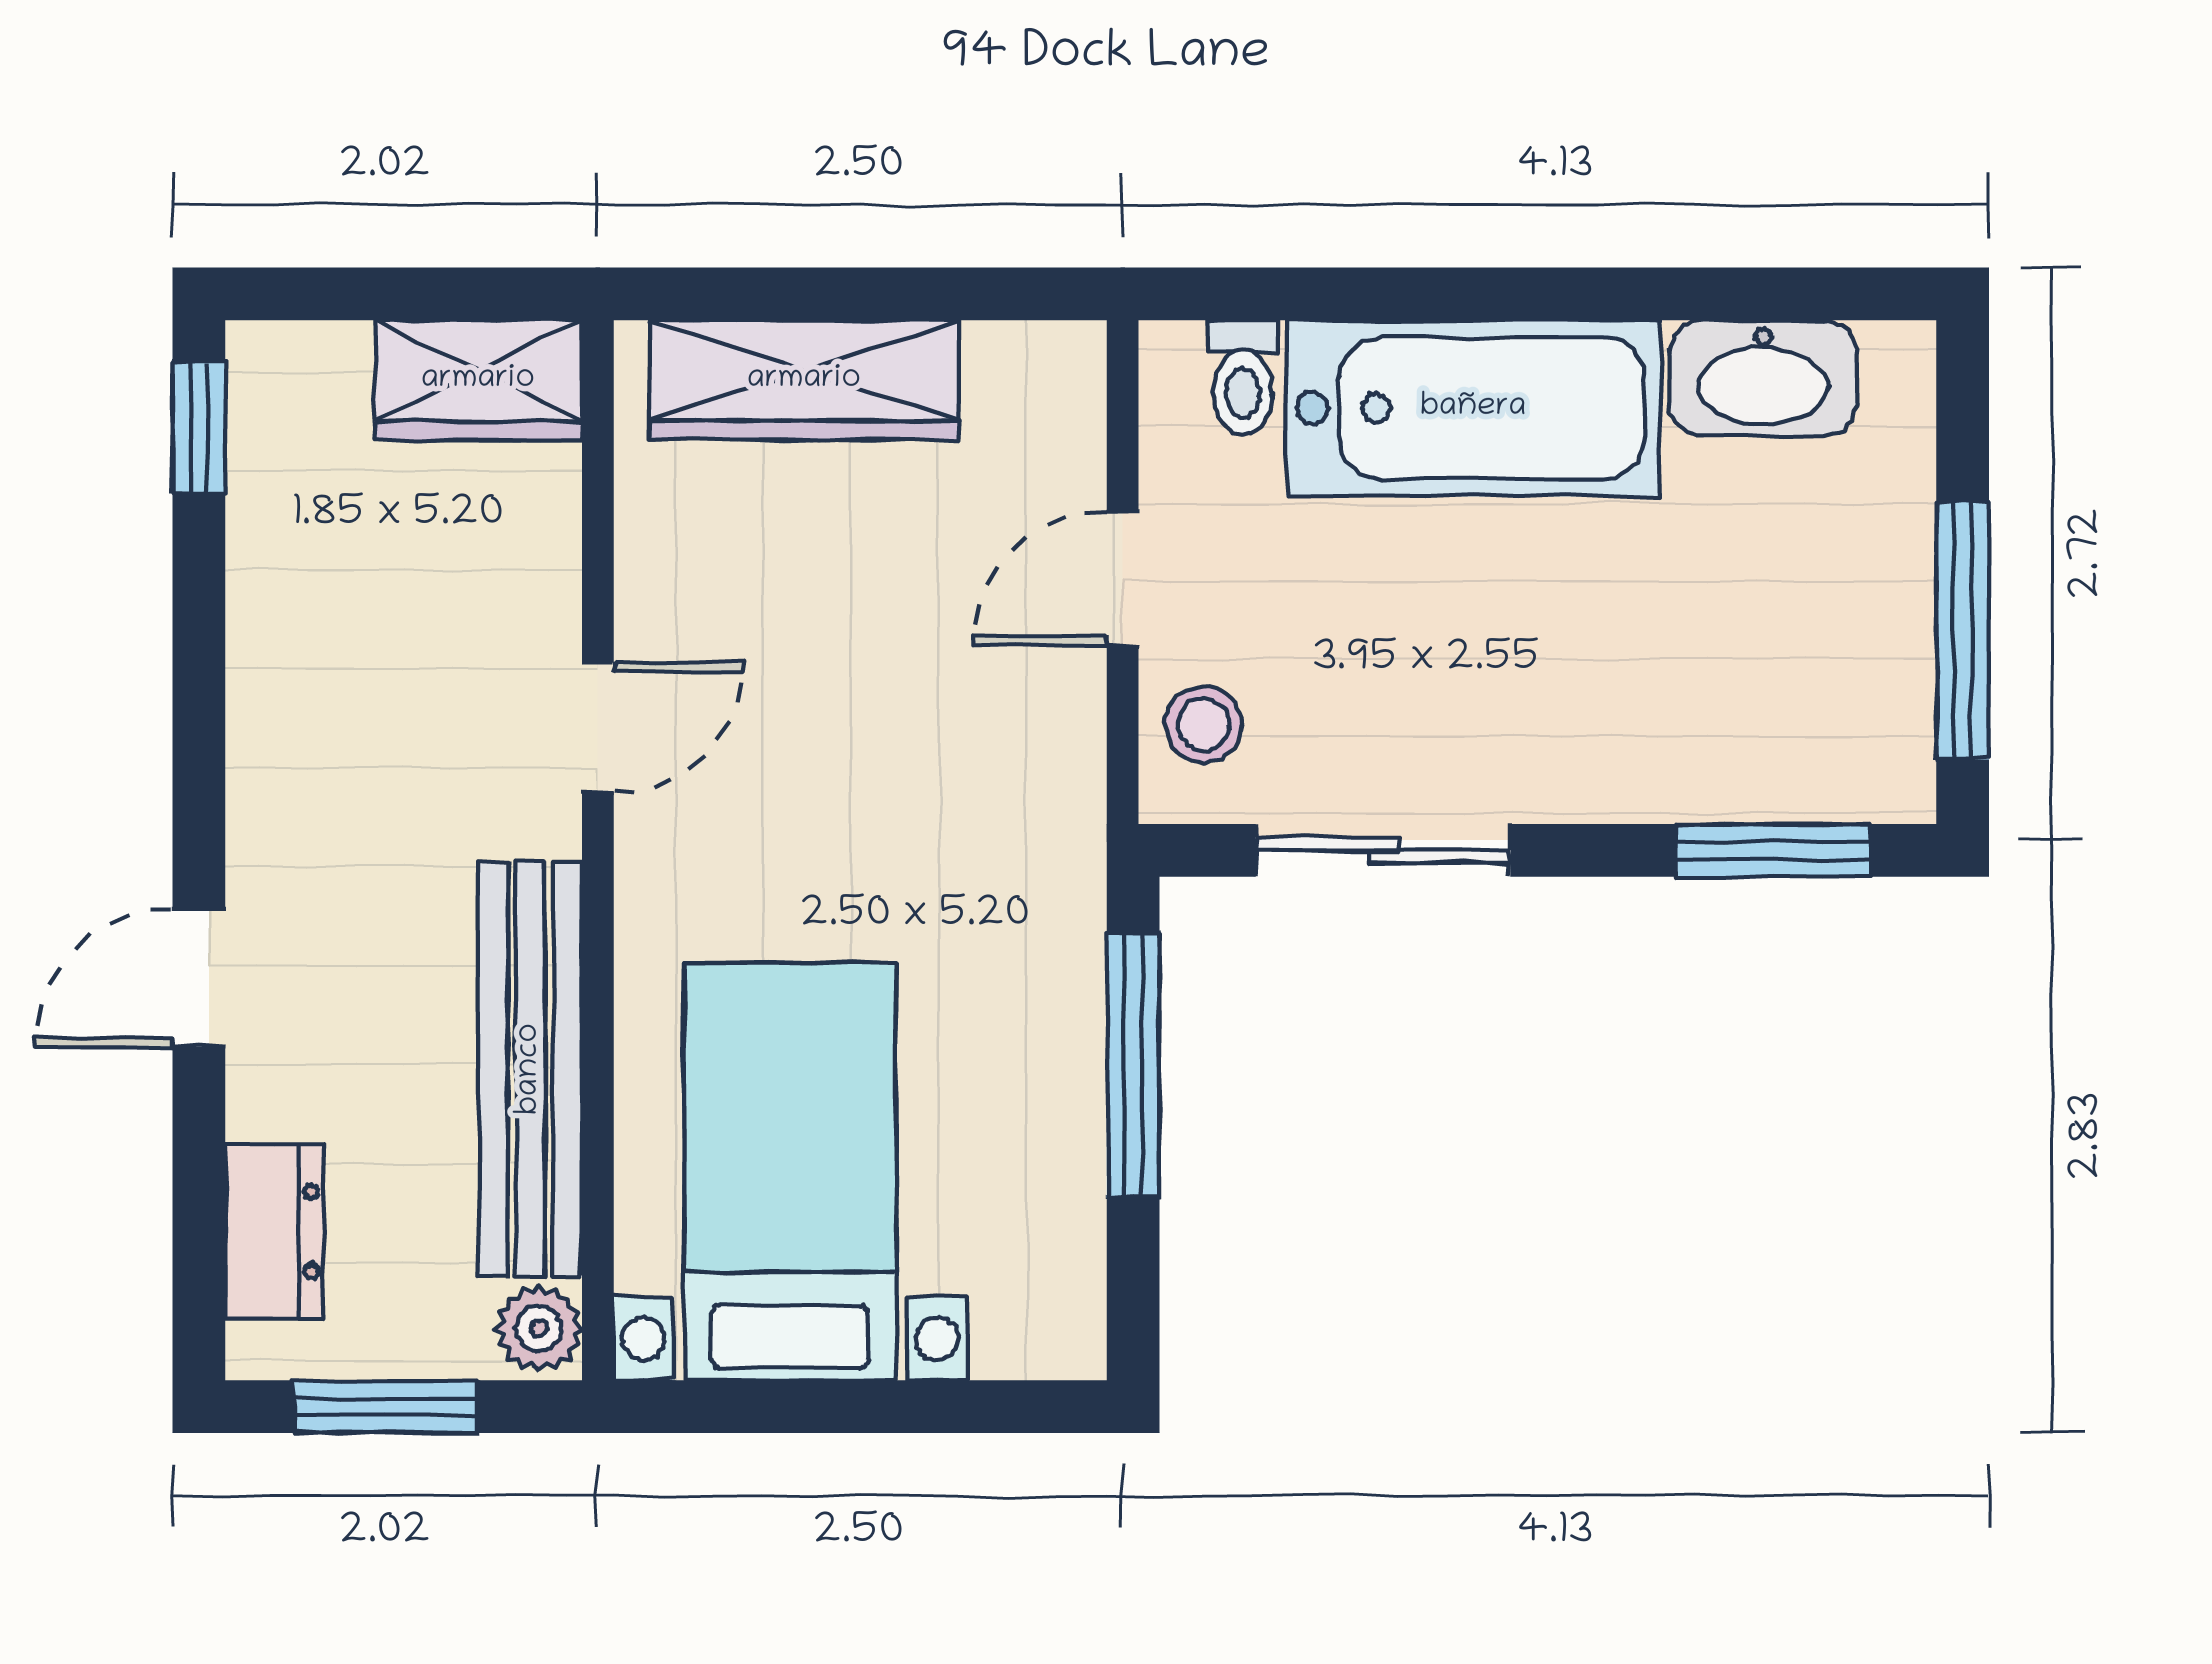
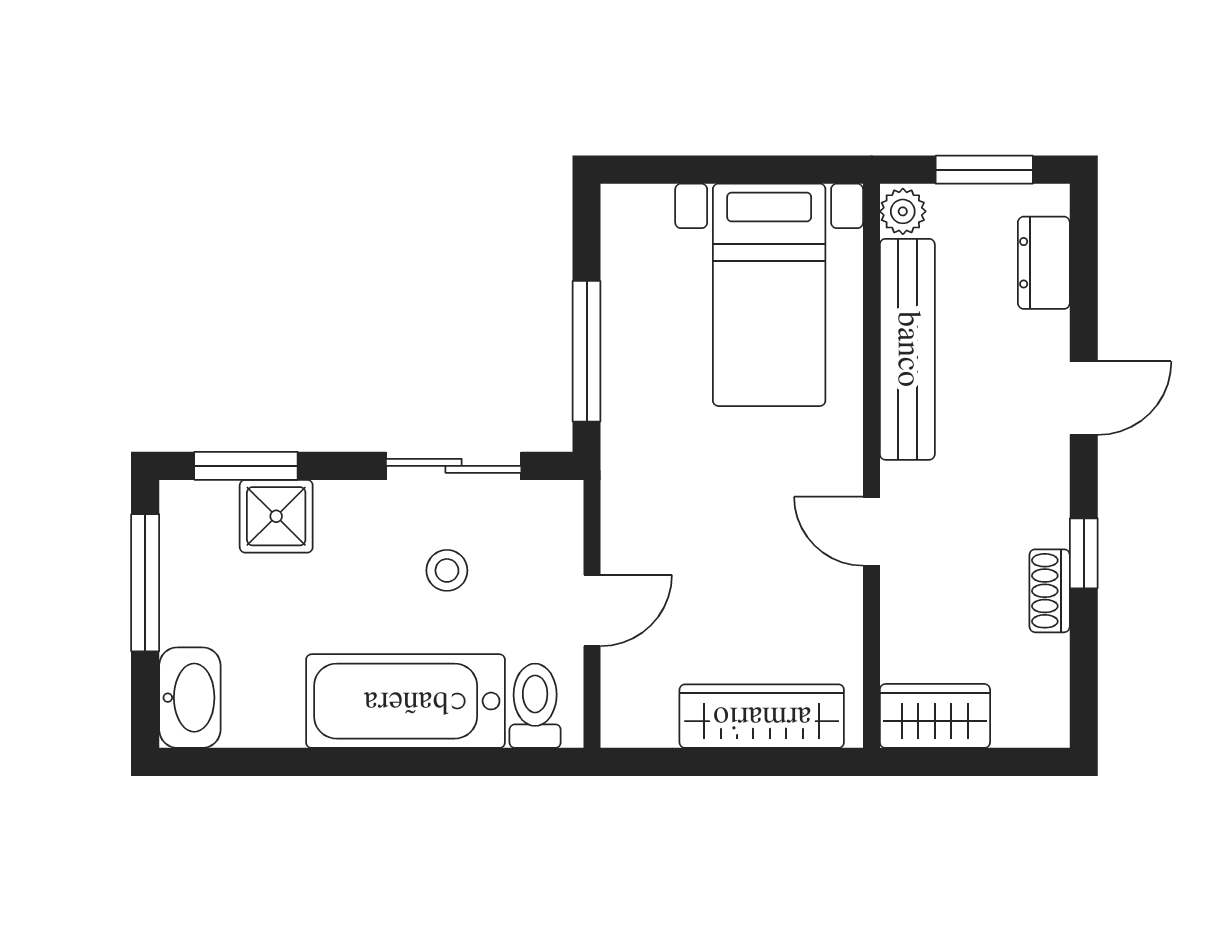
toilet: (1243, 377) -> (535, 706), width x1.37, depth x1.39
washbasin: (1763, 378) -> (190, 698), moved, turned 90
window: (199, 428) -> (1084, 553), moved
shoe rack: (263, 615) -> (1050, 591), added
stool: (1204, 724) -> (447, 570), moved
door: (598, 727) -> (871, 531), hinge flipped
shower: (1716, 755) -> (276, 516), added

